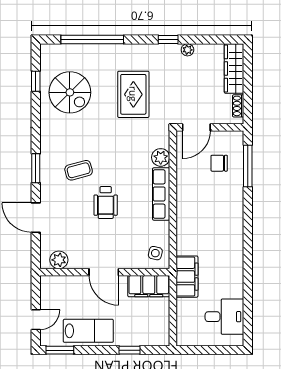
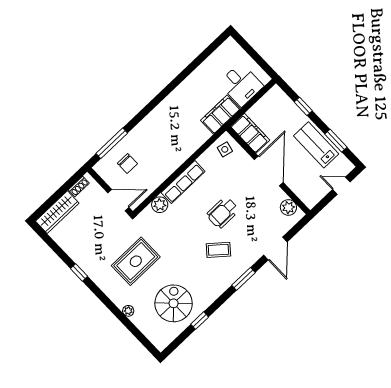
window: (92, 40) -> (126, 321), removed
plant: (187, 50) -> (128, 311), moved
window: (36, 81) -> (200, 321), moved
coffee table: (79, 170) -> (218, 250), turned -35
wheelchair: (106, 203) -> (223, 213), turned 180
door: (104, 272) -> (269, 171), width x1.36
desk: (224, 317) -> (241, 85), moved, turned 180
window: (60, 350) -> (336, 141), moved

